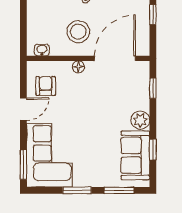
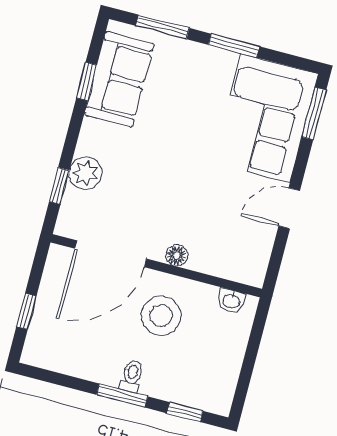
armchair: (46, 86) -> (241, 238), removed
plant: (140, 120) -> (85, 173), moved

